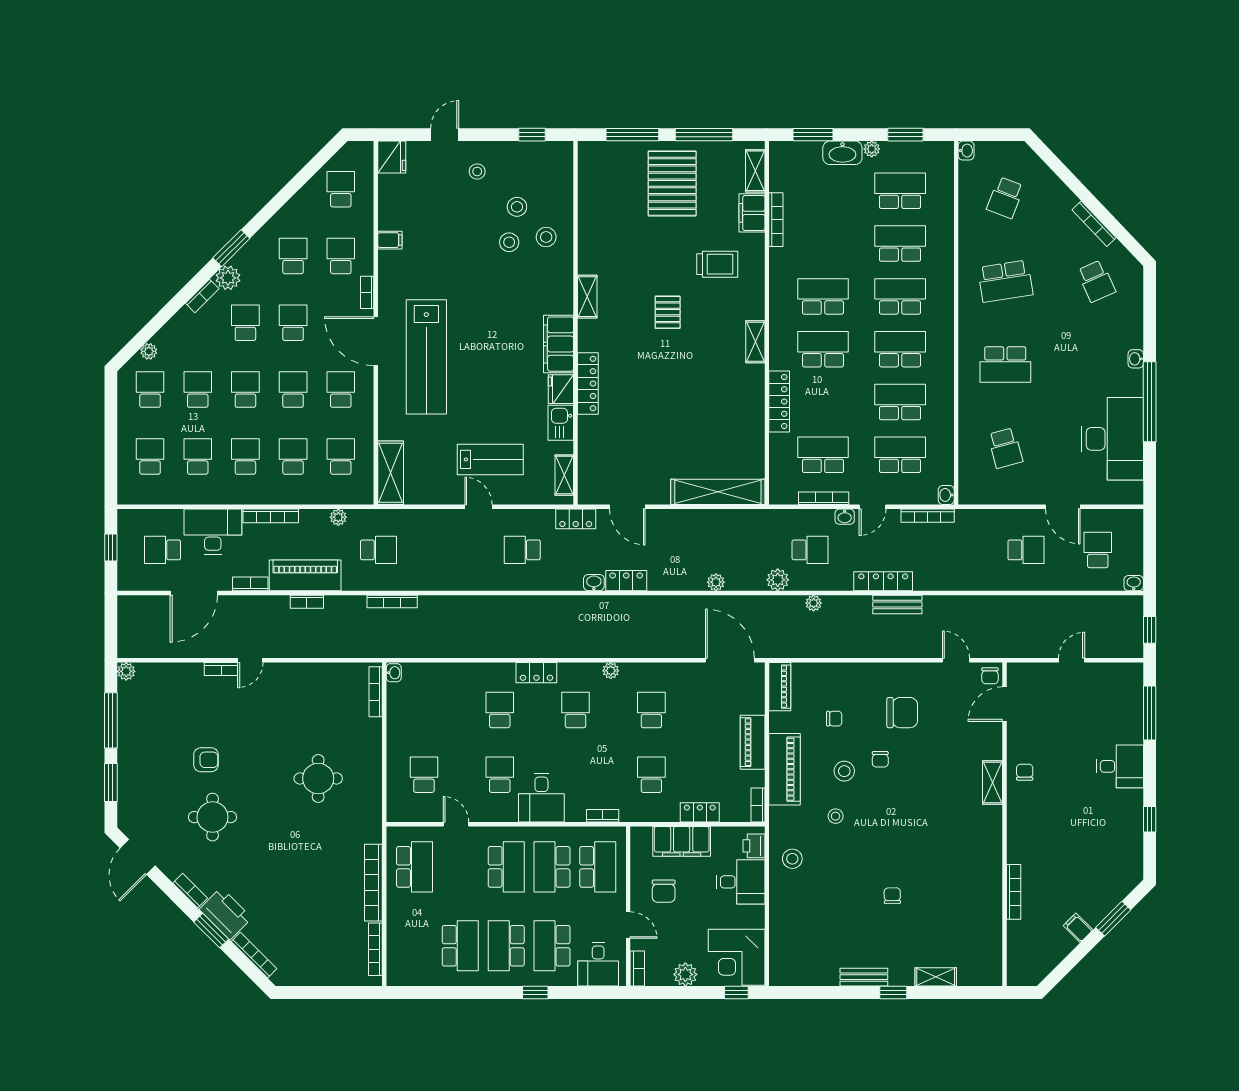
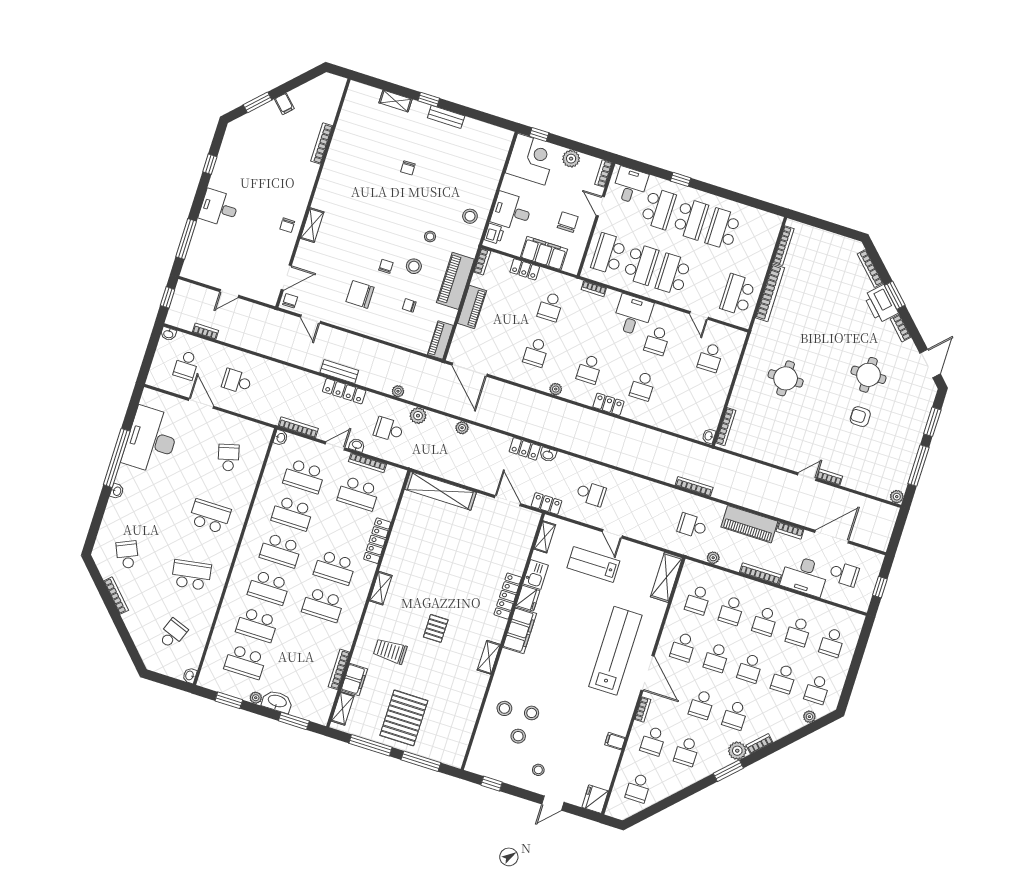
bookcase: (307, 602) -> (205, 331), moved

